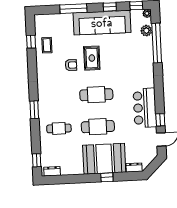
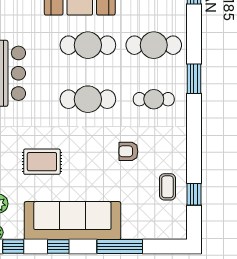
rug: (92, 58) -> (42, 162), moved, turned 90
cafe table: (57, 97) -> (154, 99), added
cafe table: (59, 128) -> (154, 45), width x1.37, depth x1.35

